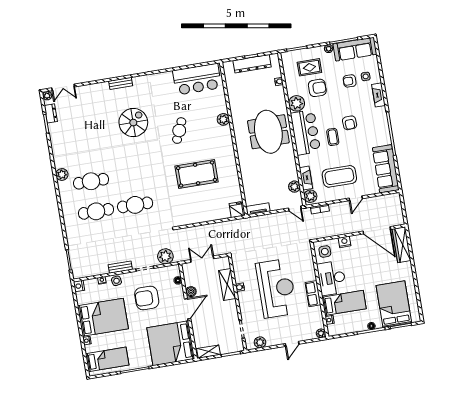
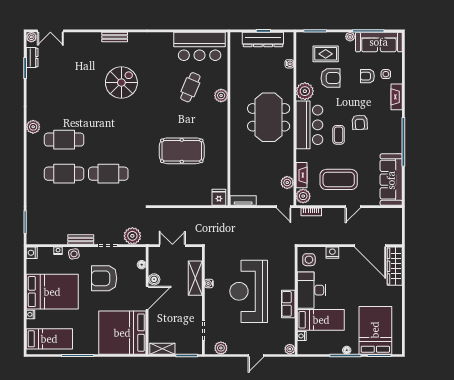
cafe table: (179, 131) -> (190, 87), moved
reception desk: (276, 288) -> (249, 291), turned 180

